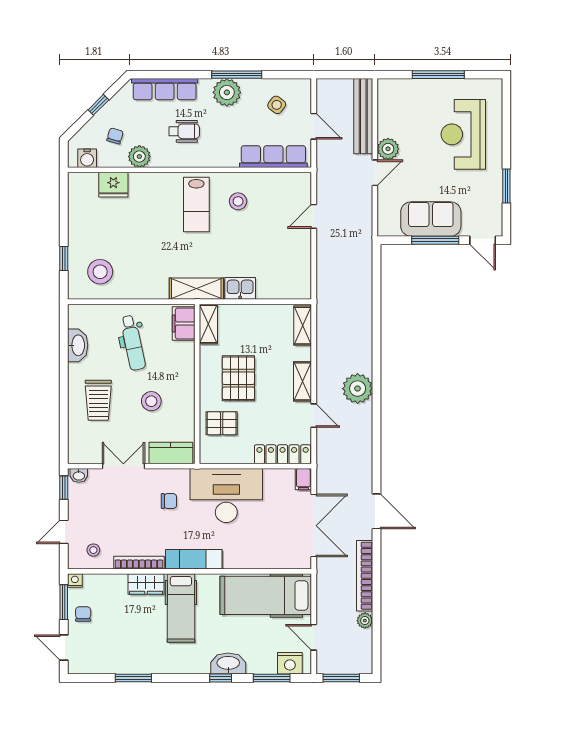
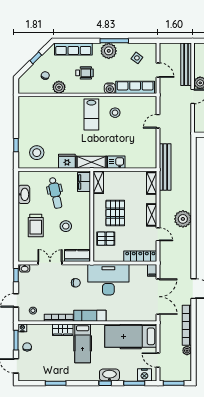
water cooler: (87, 158) -> (110, 88), moved
fridge: (113, 185) -> (67, 161), moved, turned 180
bench: (326, 297) -> (165, 167), added

